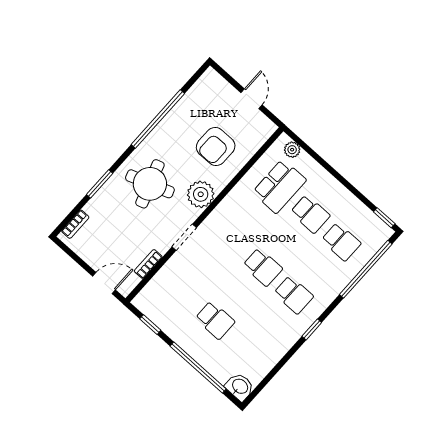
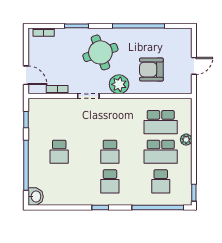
plant: (292, 150) -> (186, 140), moved
school desk: (310, 214) -> (161, 152), width x1.85

